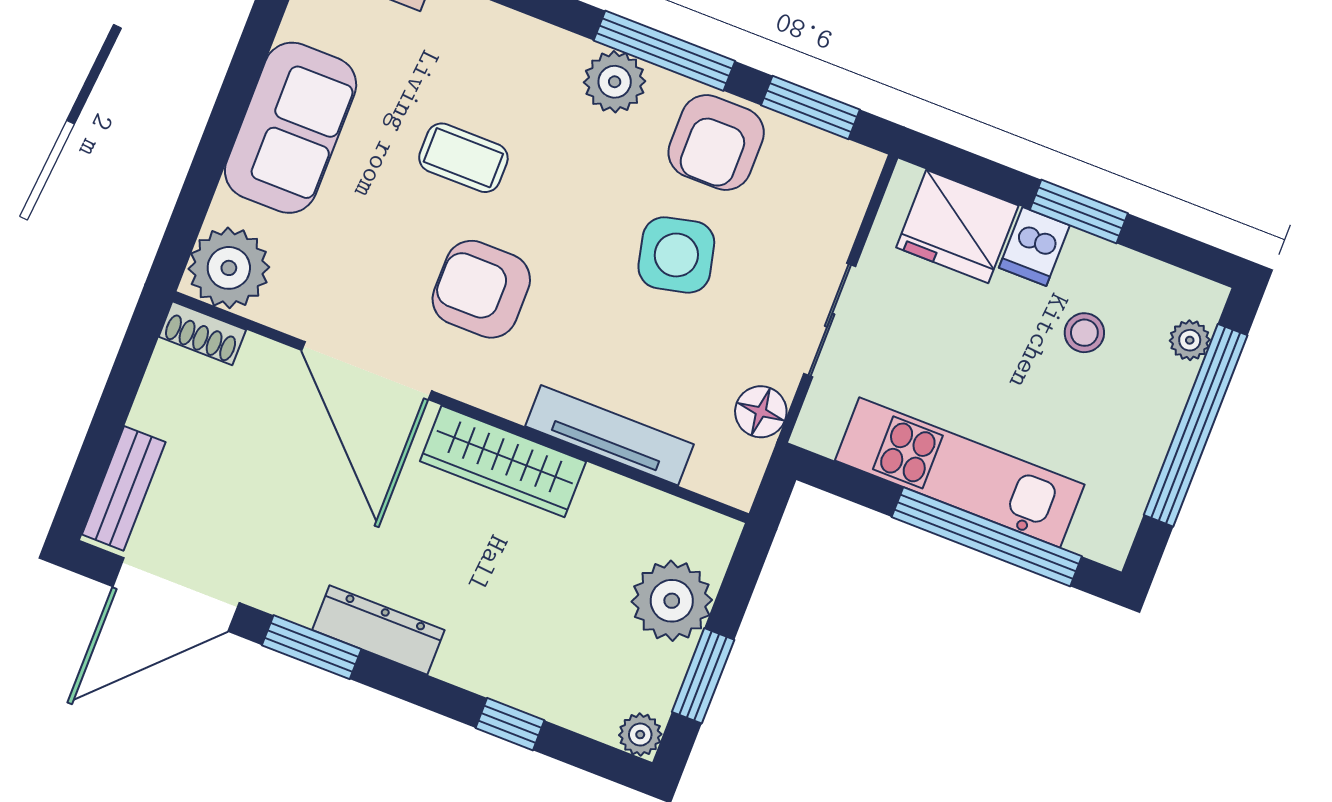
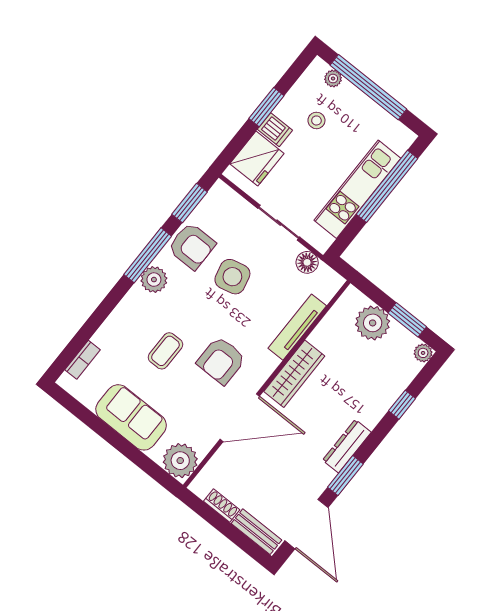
shoe rack: (202, 333) -> (222, 505), moved, turned -90

